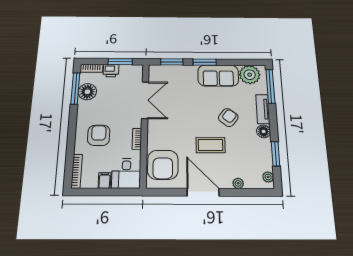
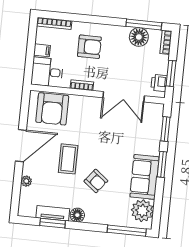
printer: (111, 71) -> (159, 83), moved
tv unit: (263, 109) -> (53, 213), moved
armchair: (163, 165) -> (52, 109), turned -90
plant: (268, 177) -> (30, 212), removed

